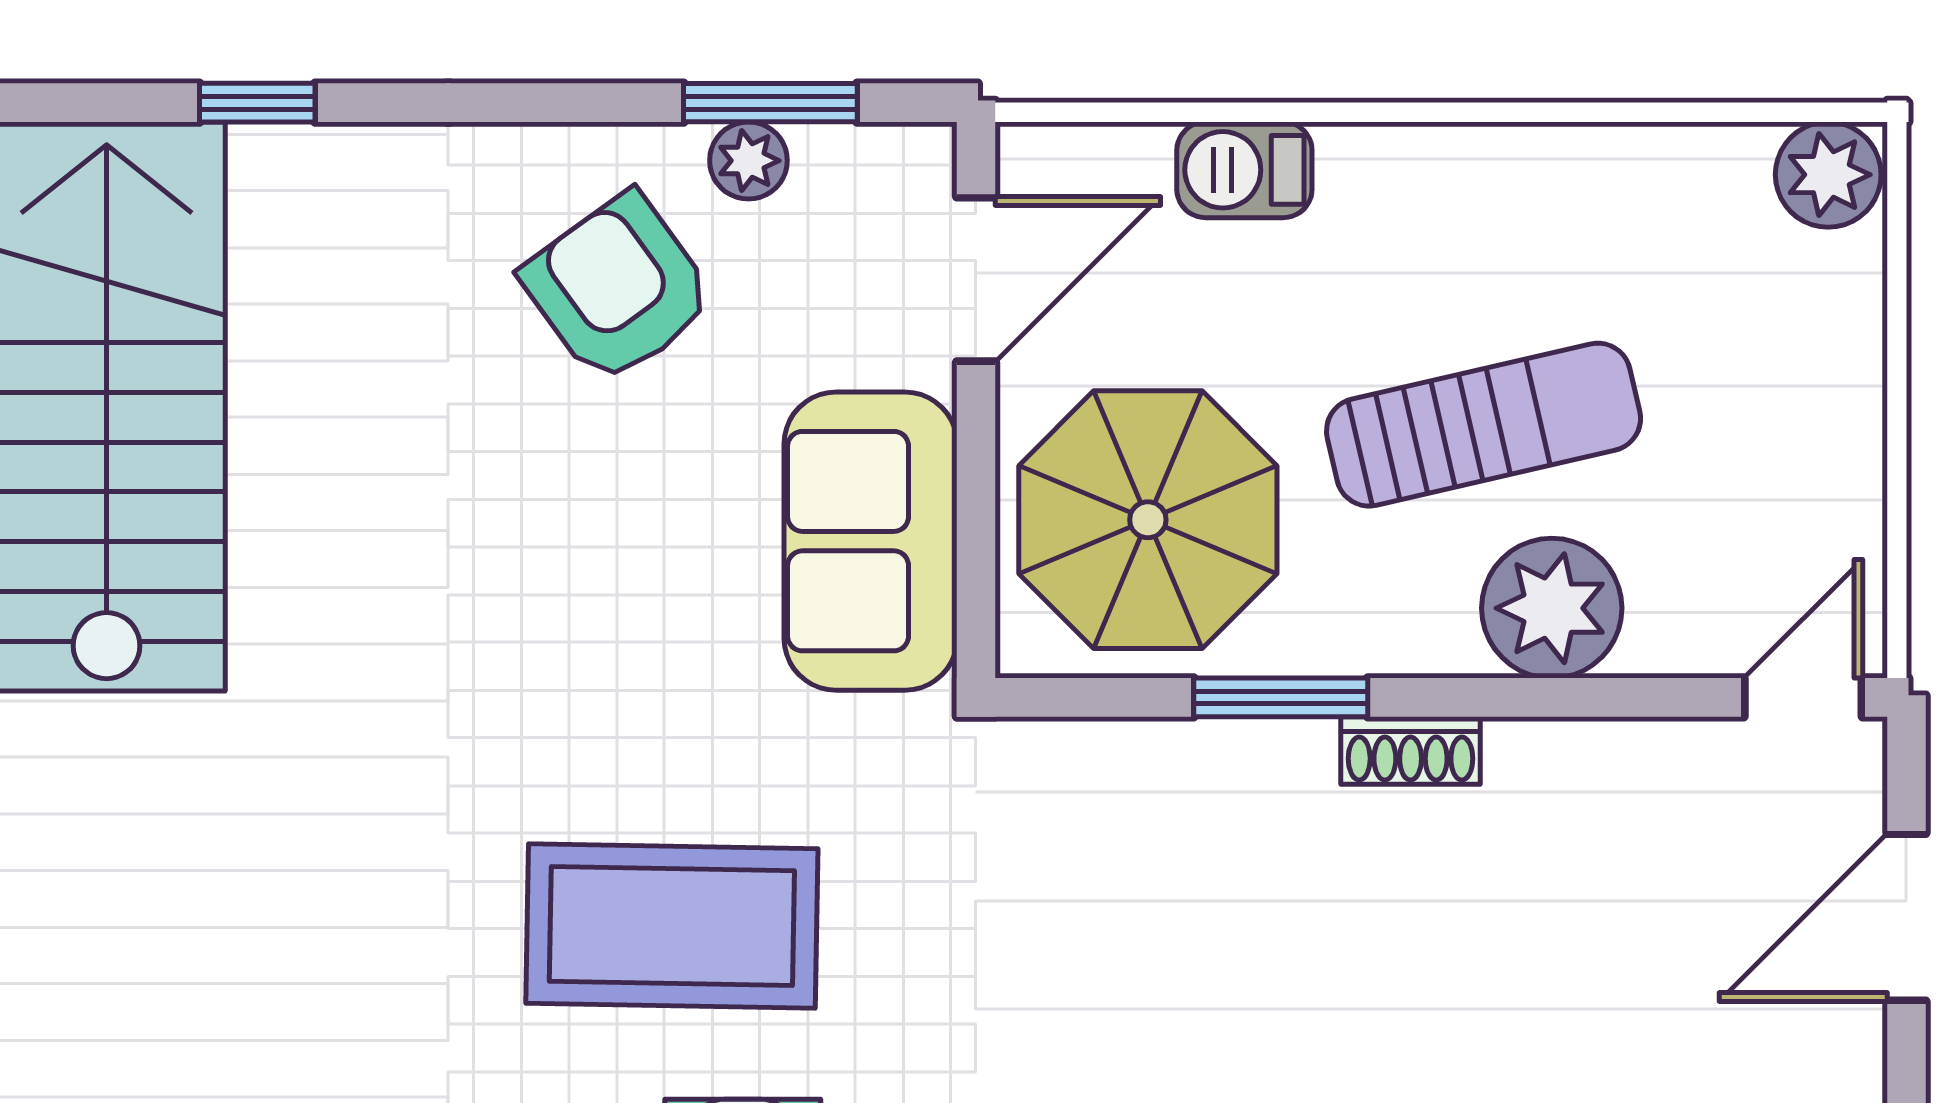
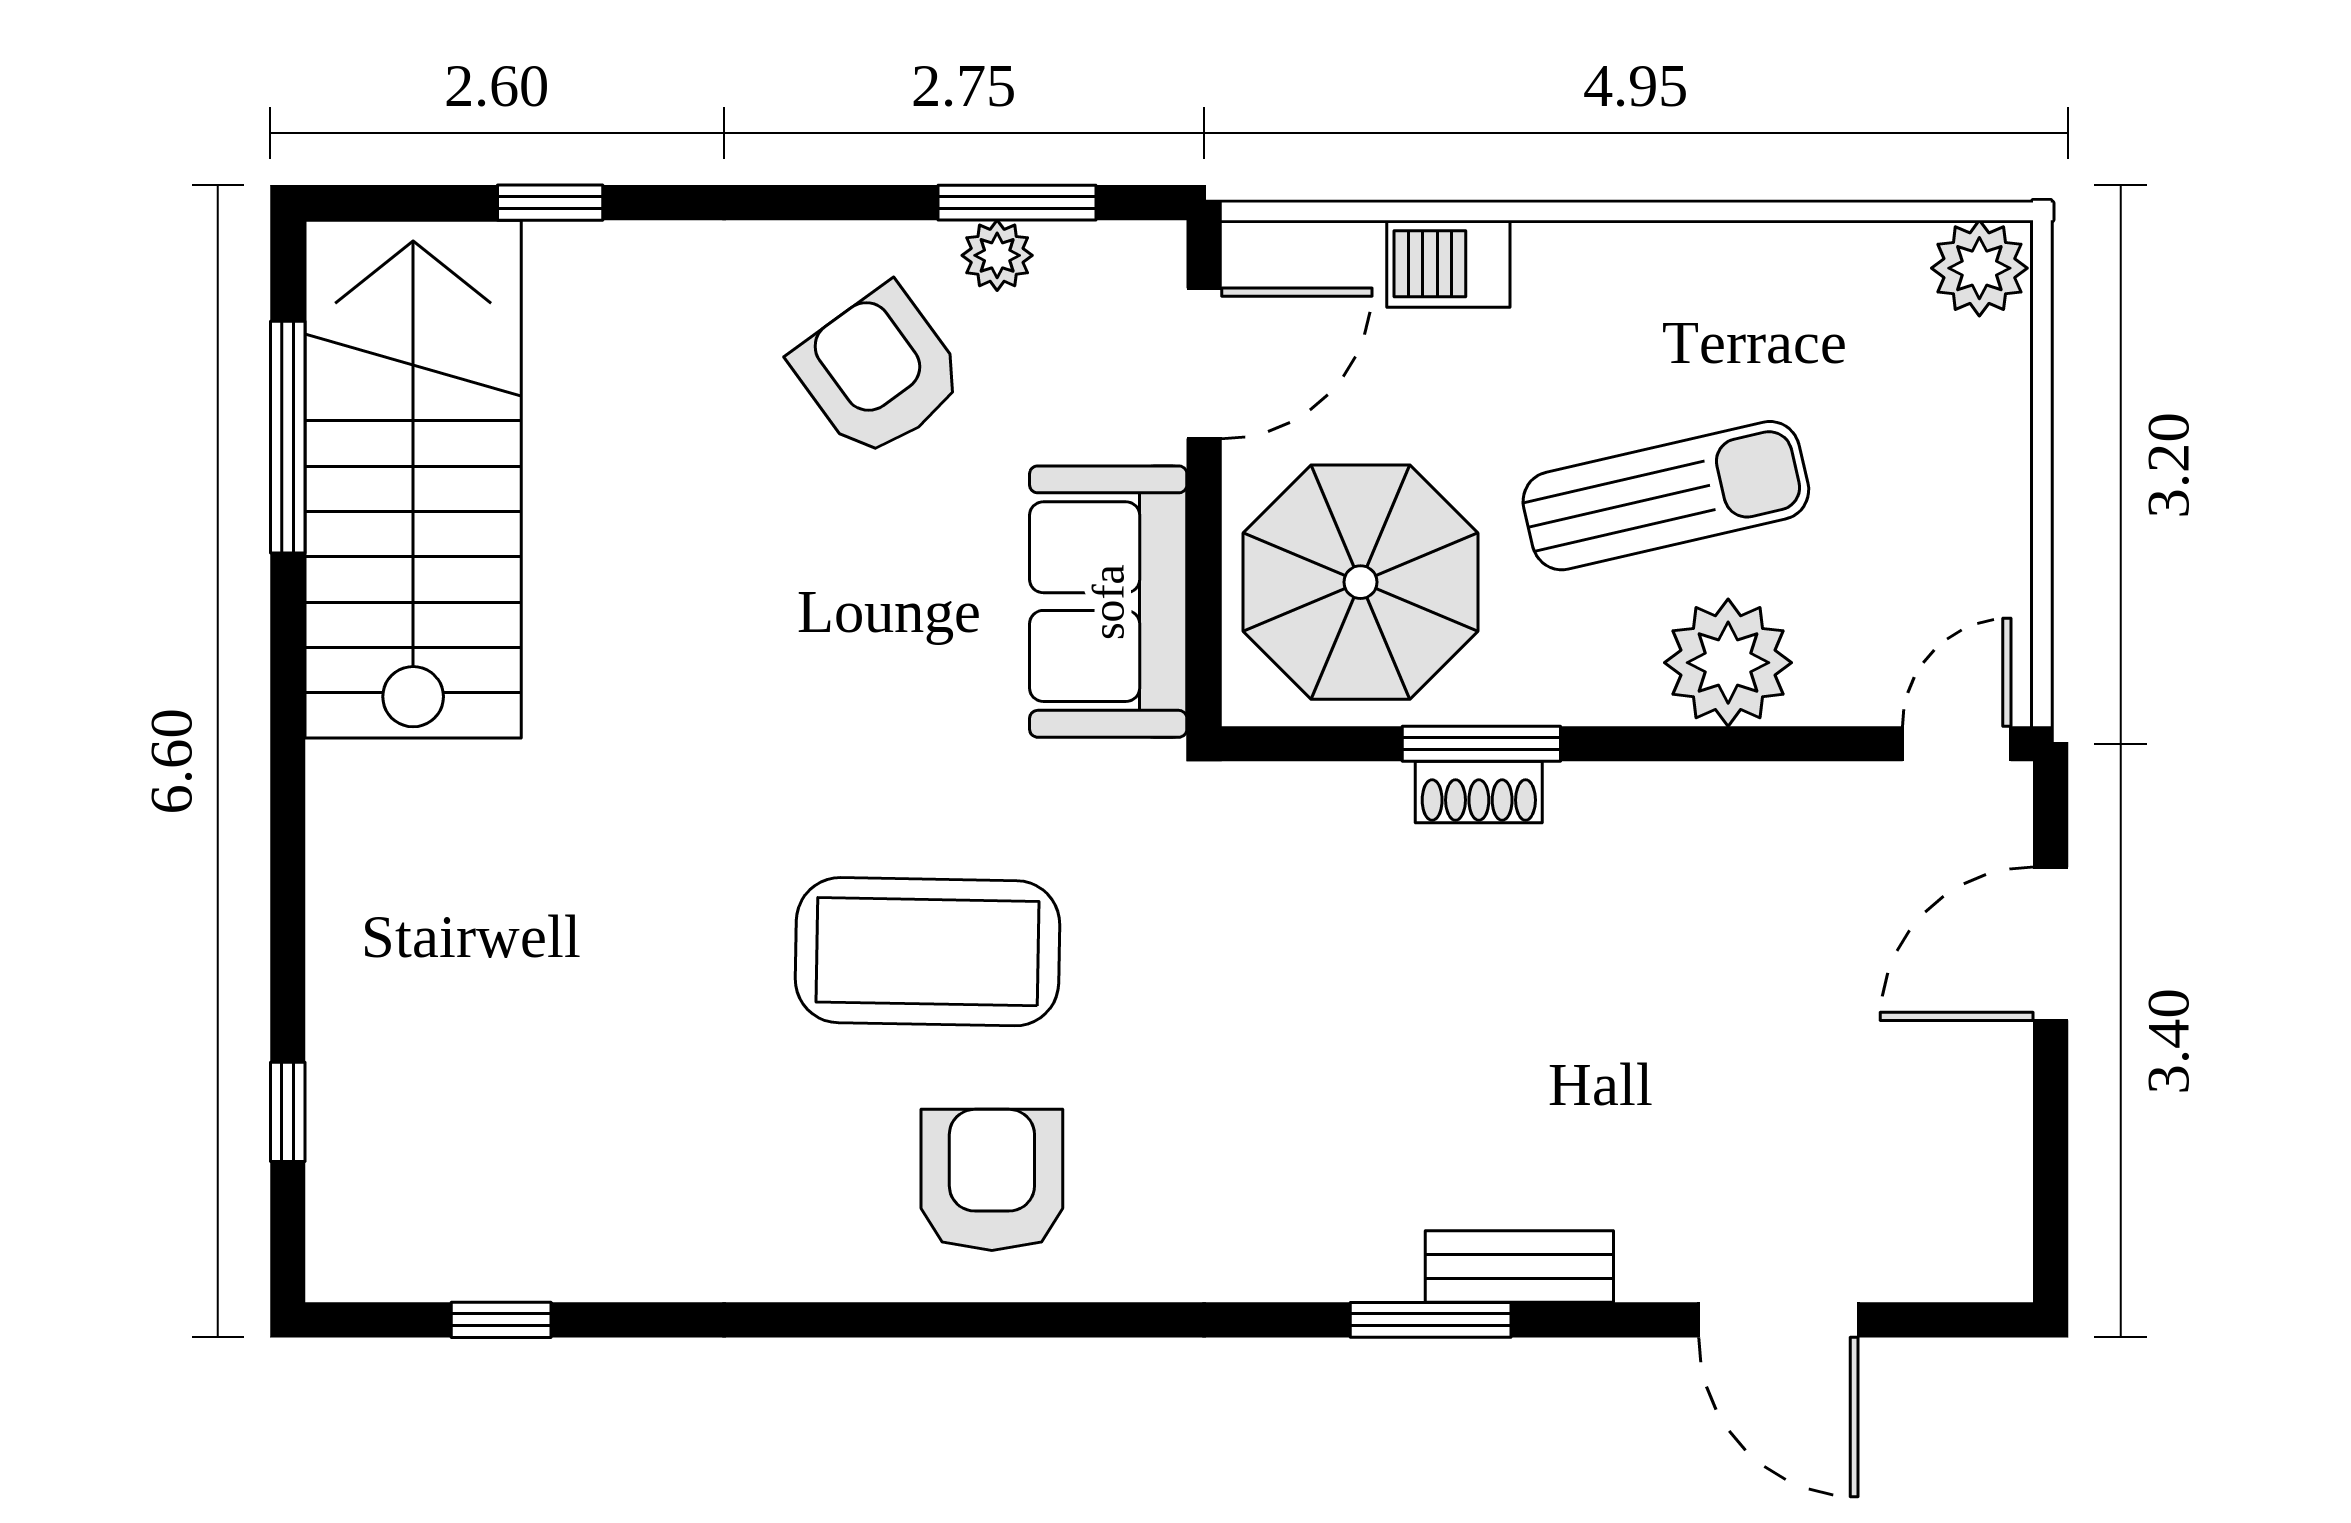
shoe rack: (1411, 750) -> (1479, 792), moved

